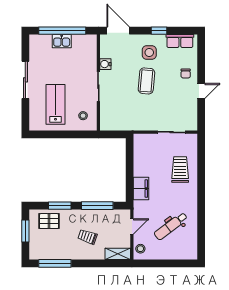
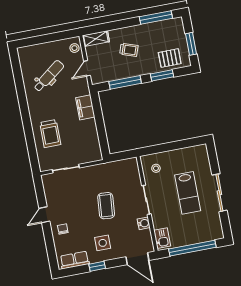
kitchen sink: (62, 41) -> (162, 238), moved, turned 90
coffee table: (146, 81) -> (106, 206), moved
lab bench: (55, 104) -> (188, 193), moved

